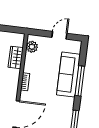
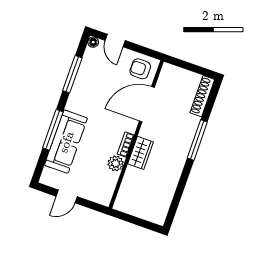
plant: (32, 47) -> (116, 163), moved
wardrobe: (16, 57) -> (141, 153), moved

